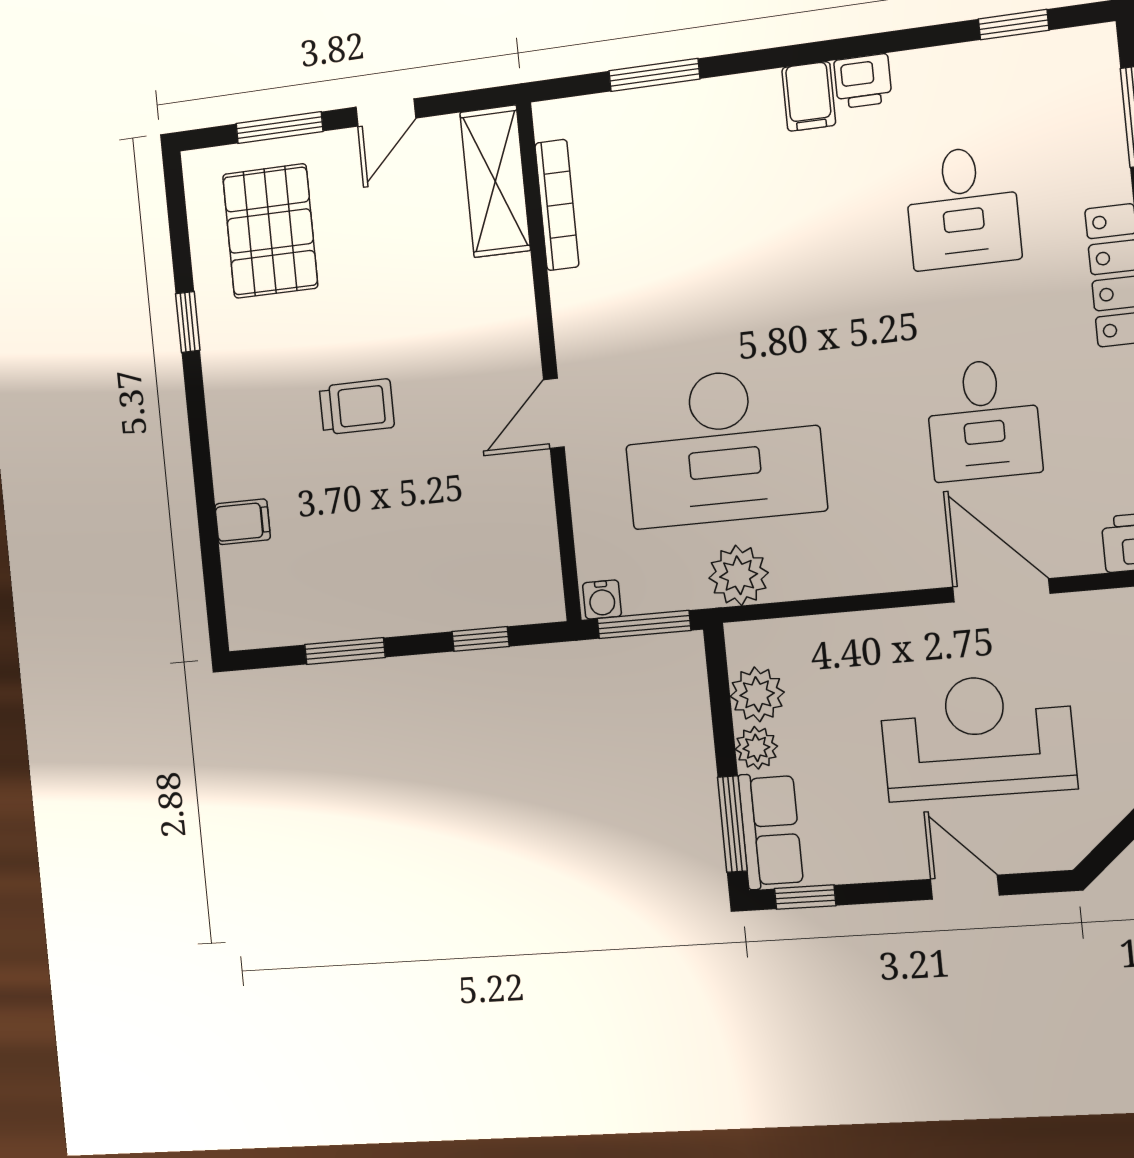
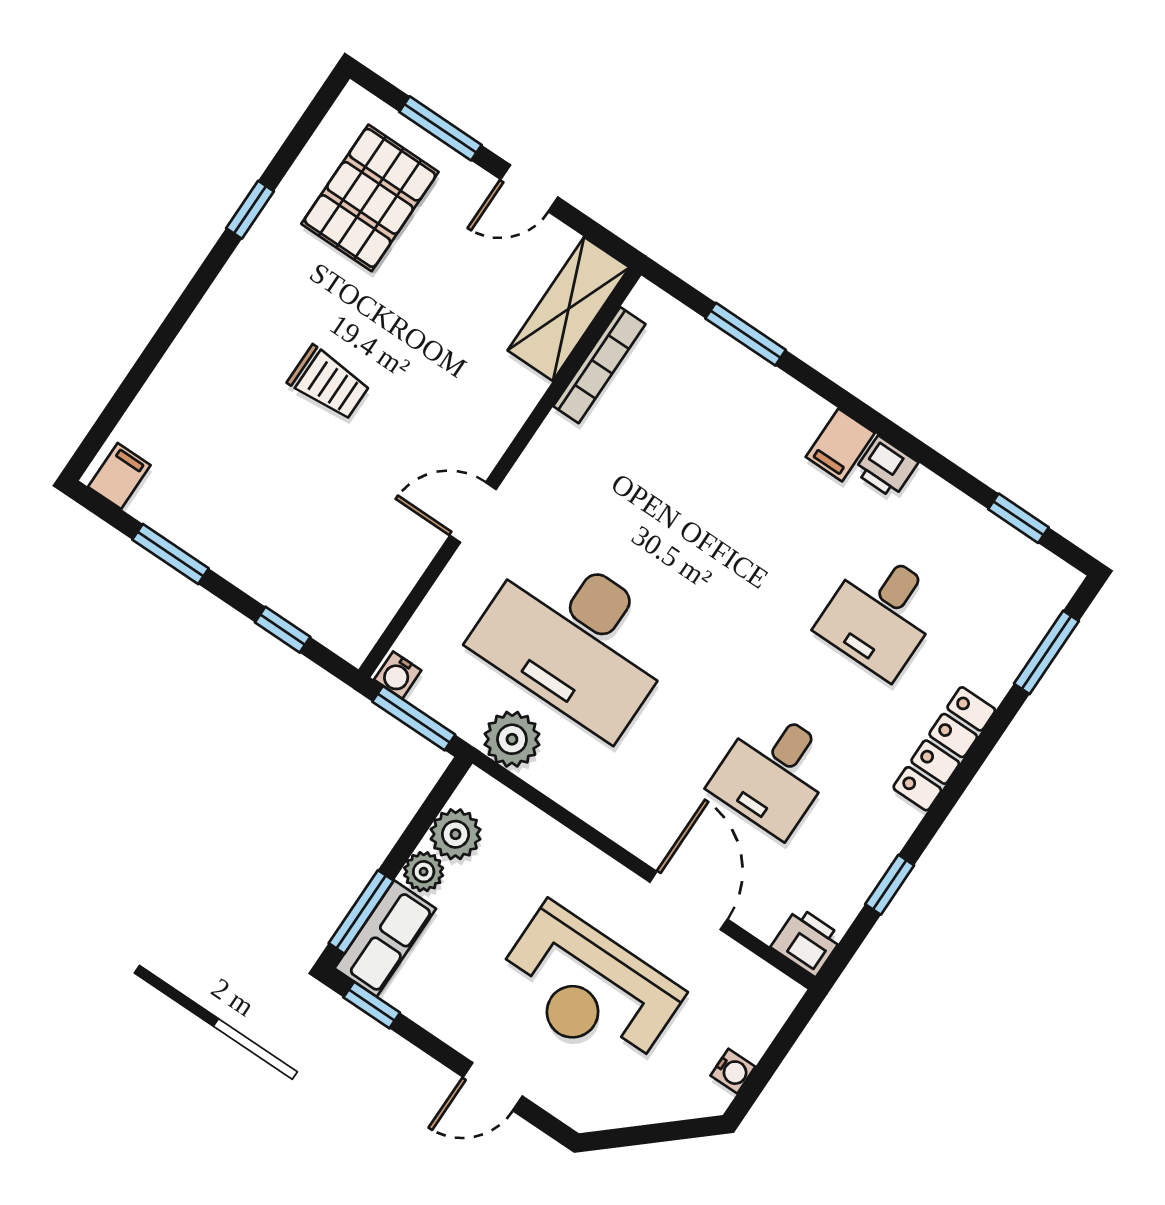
filing cabinet: (243, 522) -> (119, 476), moved, turned -90
reception desk: (977, 737) -> (588, 989), turned 180
door: (965, 887) -> (493, 1087), swing flipped

